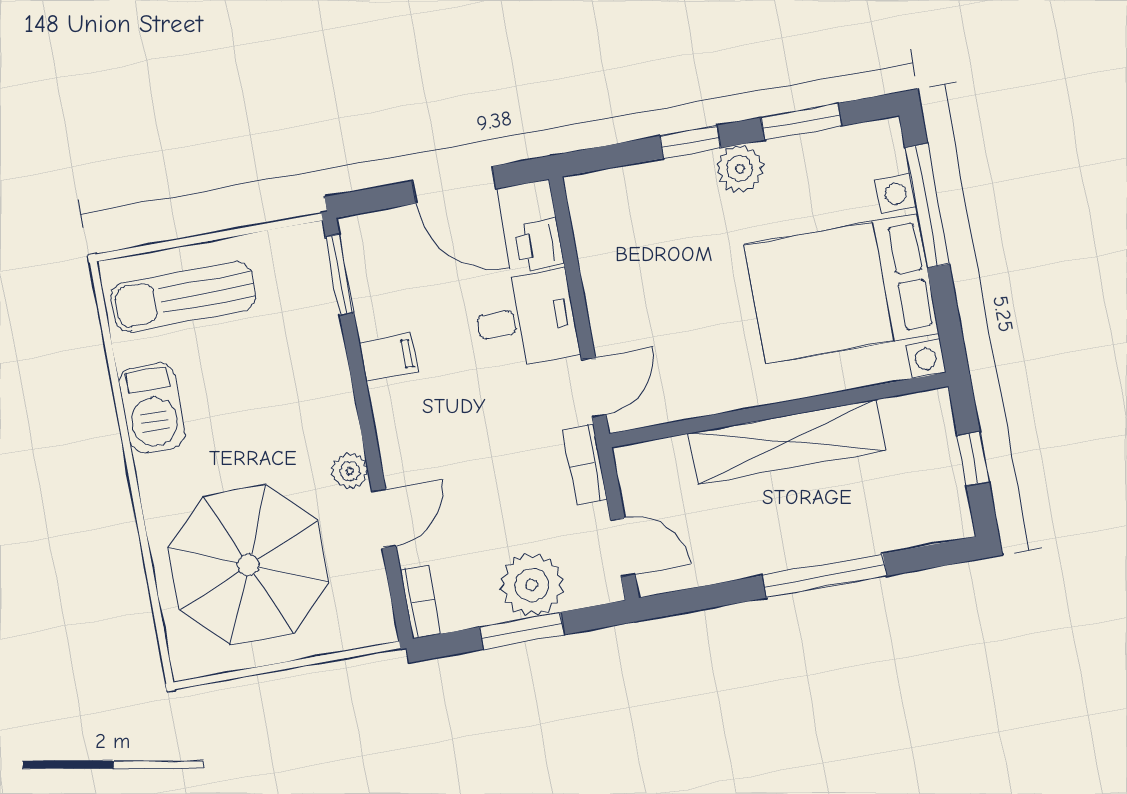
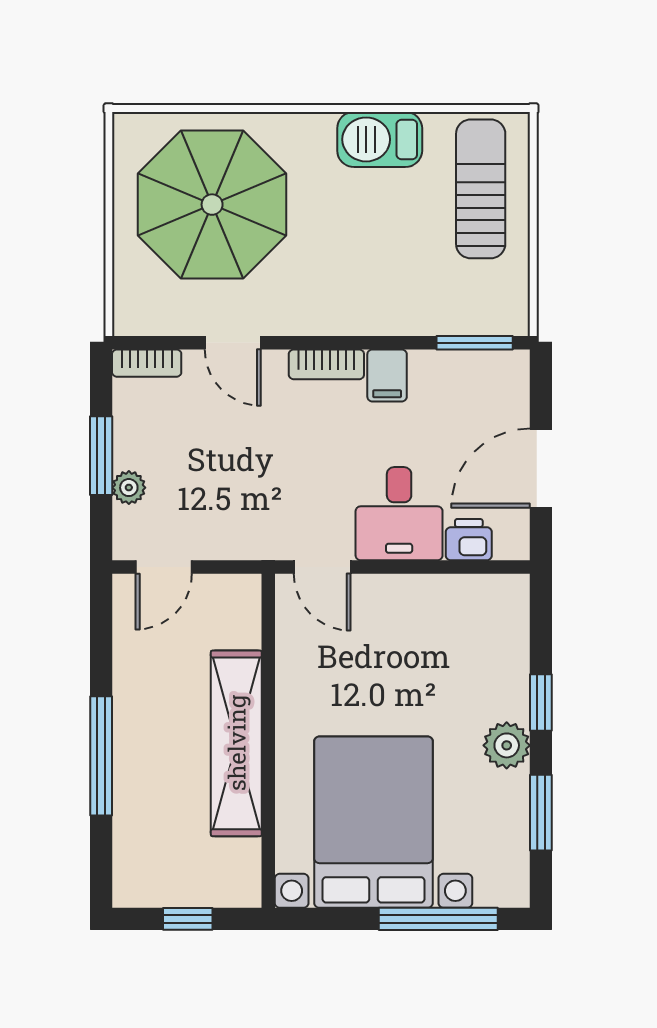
bookcase: (585, 464) -> (326, 364), moved, turned 180
plant: (350, 471) -> (285, 318), removed
plant: (532, 585) -> (129, 488), width x0.53, depth x0.53

